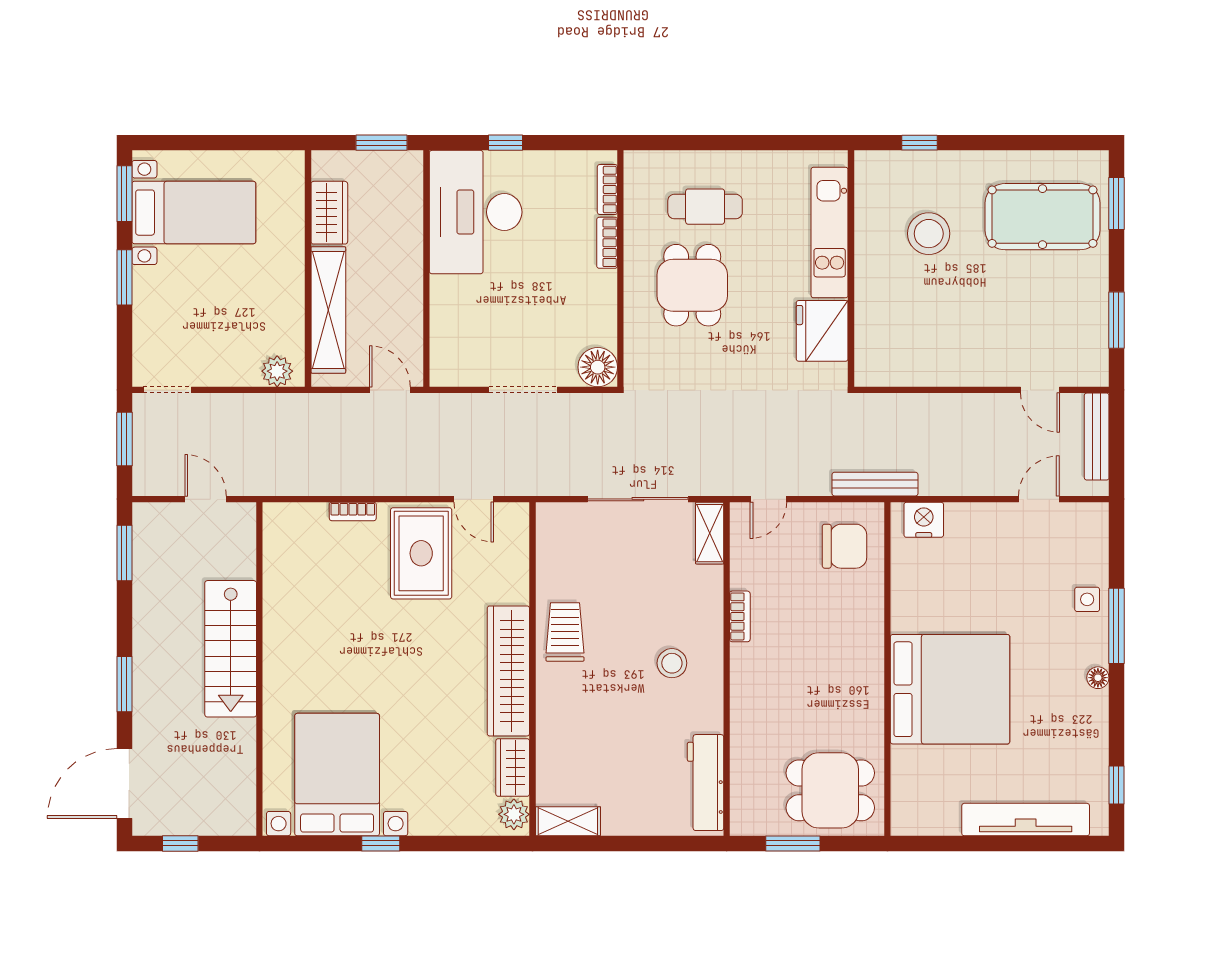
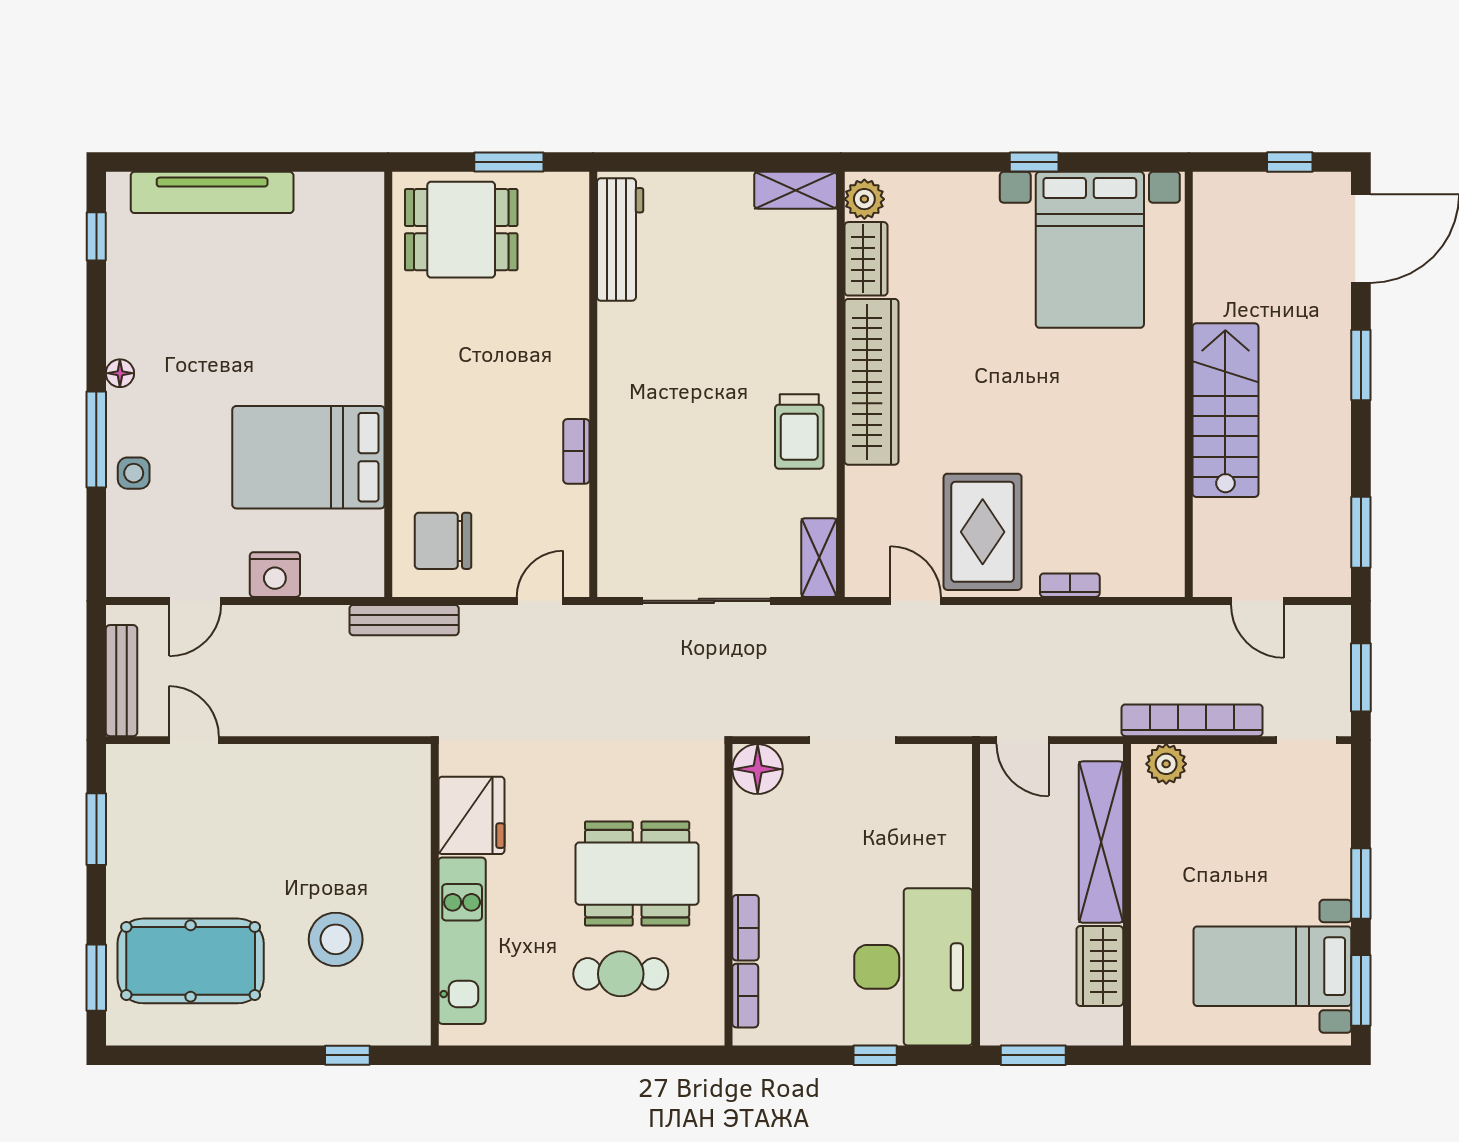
dining table: (692, 285) -> (637, 874), width x1.38
bookcase: (257, 405) -> (1192, 720), added
nightstand: (924, 520) -> (275, 575), moved
shelving: (710, 533) -> (819, 558), moved
stool: (672, 663) -> (663, 392), removed
bed: (950, 689) -> (308, 457), moved, width x0.73

